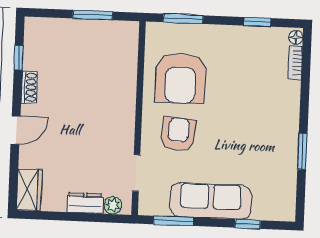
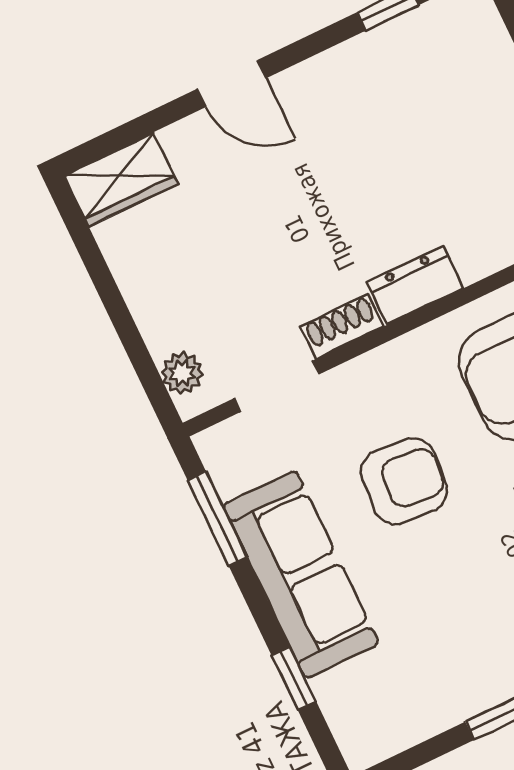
shoe rack: (29, 87) -> (342, 326), moved, turned 180
armchair: (178, 134) -> (404, 481), moved
dresser: (85, 203) -> (415, 285), moved, turned -90

